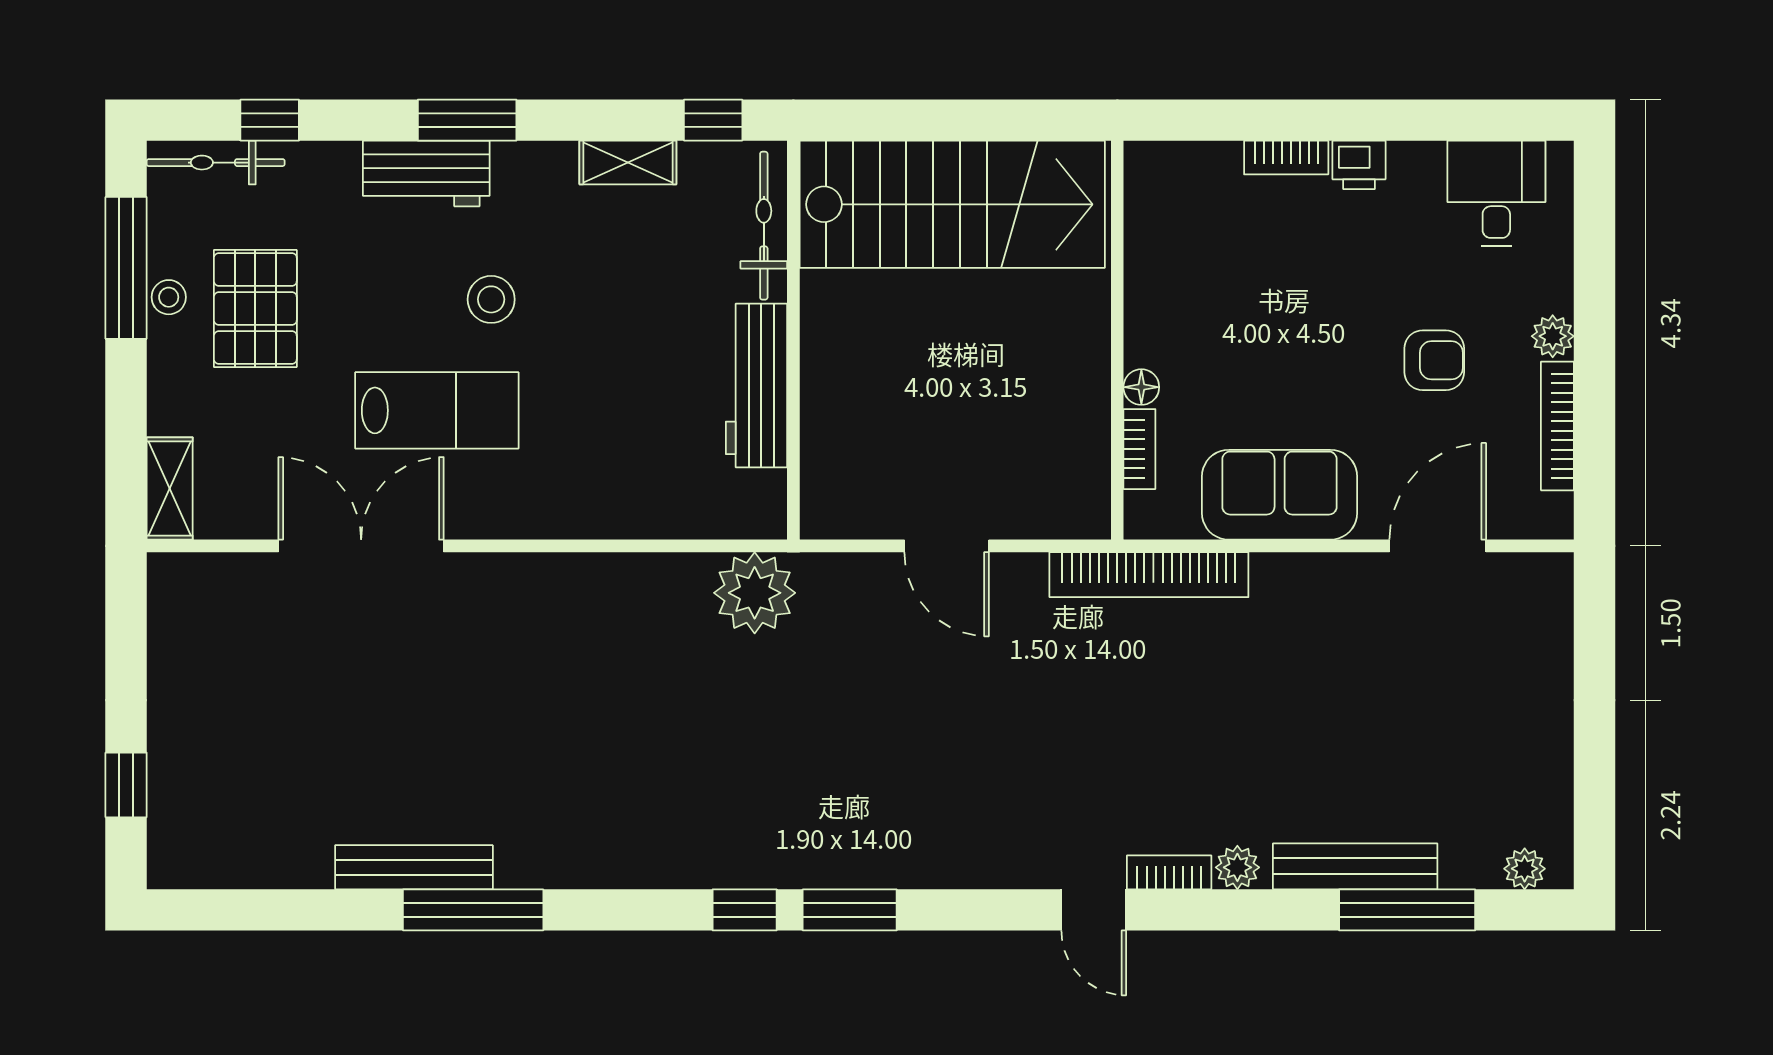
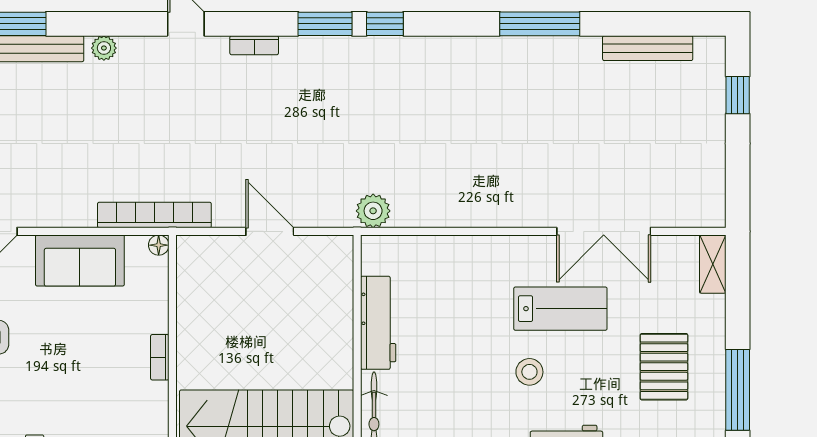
stool: (169, 297) -> (713, 373), removed
floor lamp: (1141, 387) -> (159, 245), moved
lab bench: (437, 410) -> (560, 309), turned 180
bookcase: (1139, 449) -> (160, 357), moved
plant: (755, 593) -> (373, 211), width x0.73, depth x0.73
bench: (414, 867) -> (648, 48), moved
bookcase: (1169, 872) -> (254, 45), moved

